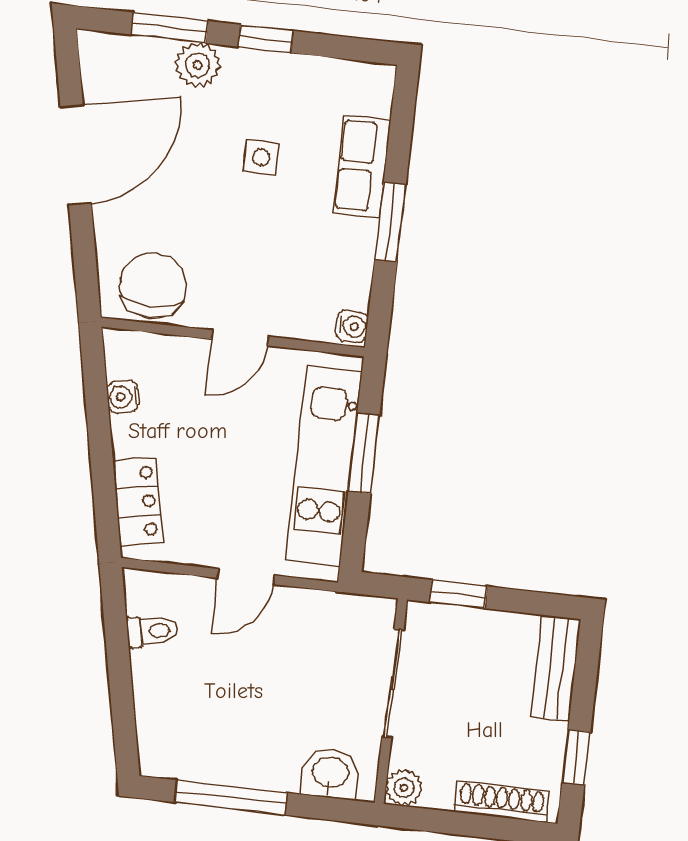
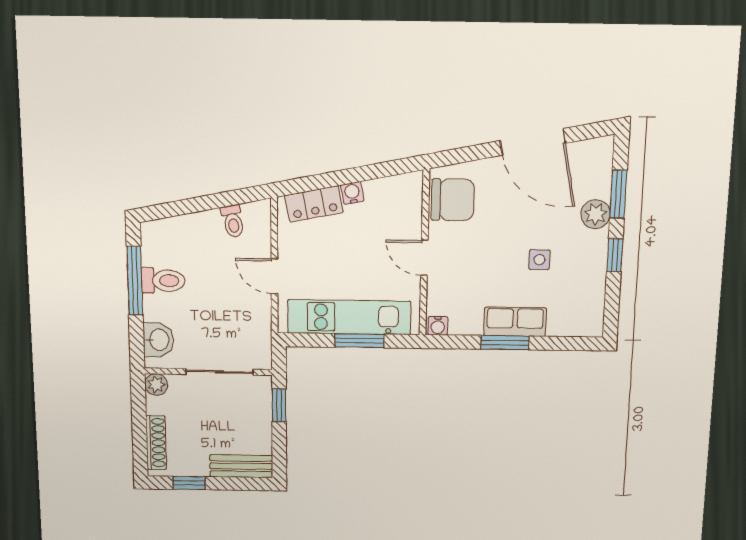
row of seats: (362, 166) -> (515, 322), moved
water cooler: (123, 397) -> (352, 193), moved
toilet: (235, 753) -> (163, 281), added

